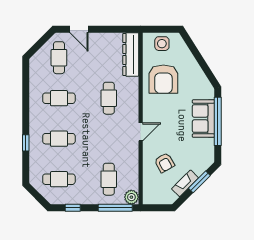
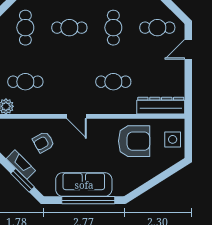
armchair: (163, 79) -> (134, 141), turned 180
sofa: (203, 119) -> (84, 185), width x1.36
cafe table: (59, 139) -> (69, 28), turned 90

